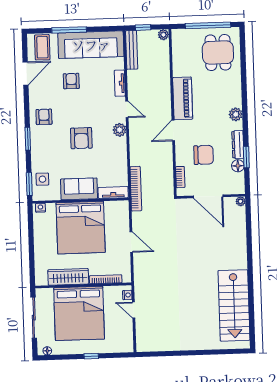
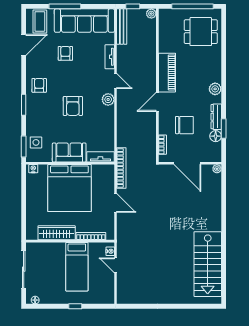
dining table: (218, 52) -> (201, 32), turned 90
bookcase: (136, 189) -> (121, 168), moved
bed: (79, 313) -> (77, 267), width x0.49

